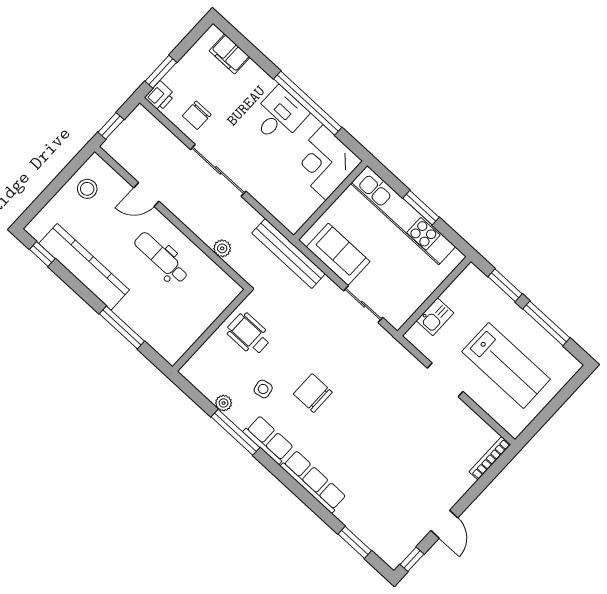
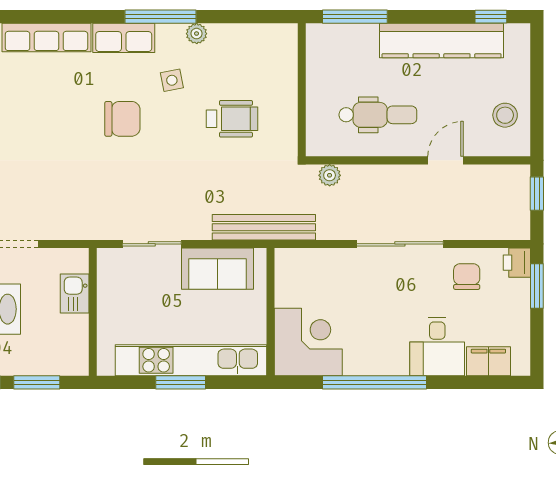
desk: (279, 116) -> (437, 346), moved
wall: (211, 330) -> (302, 90), moved

